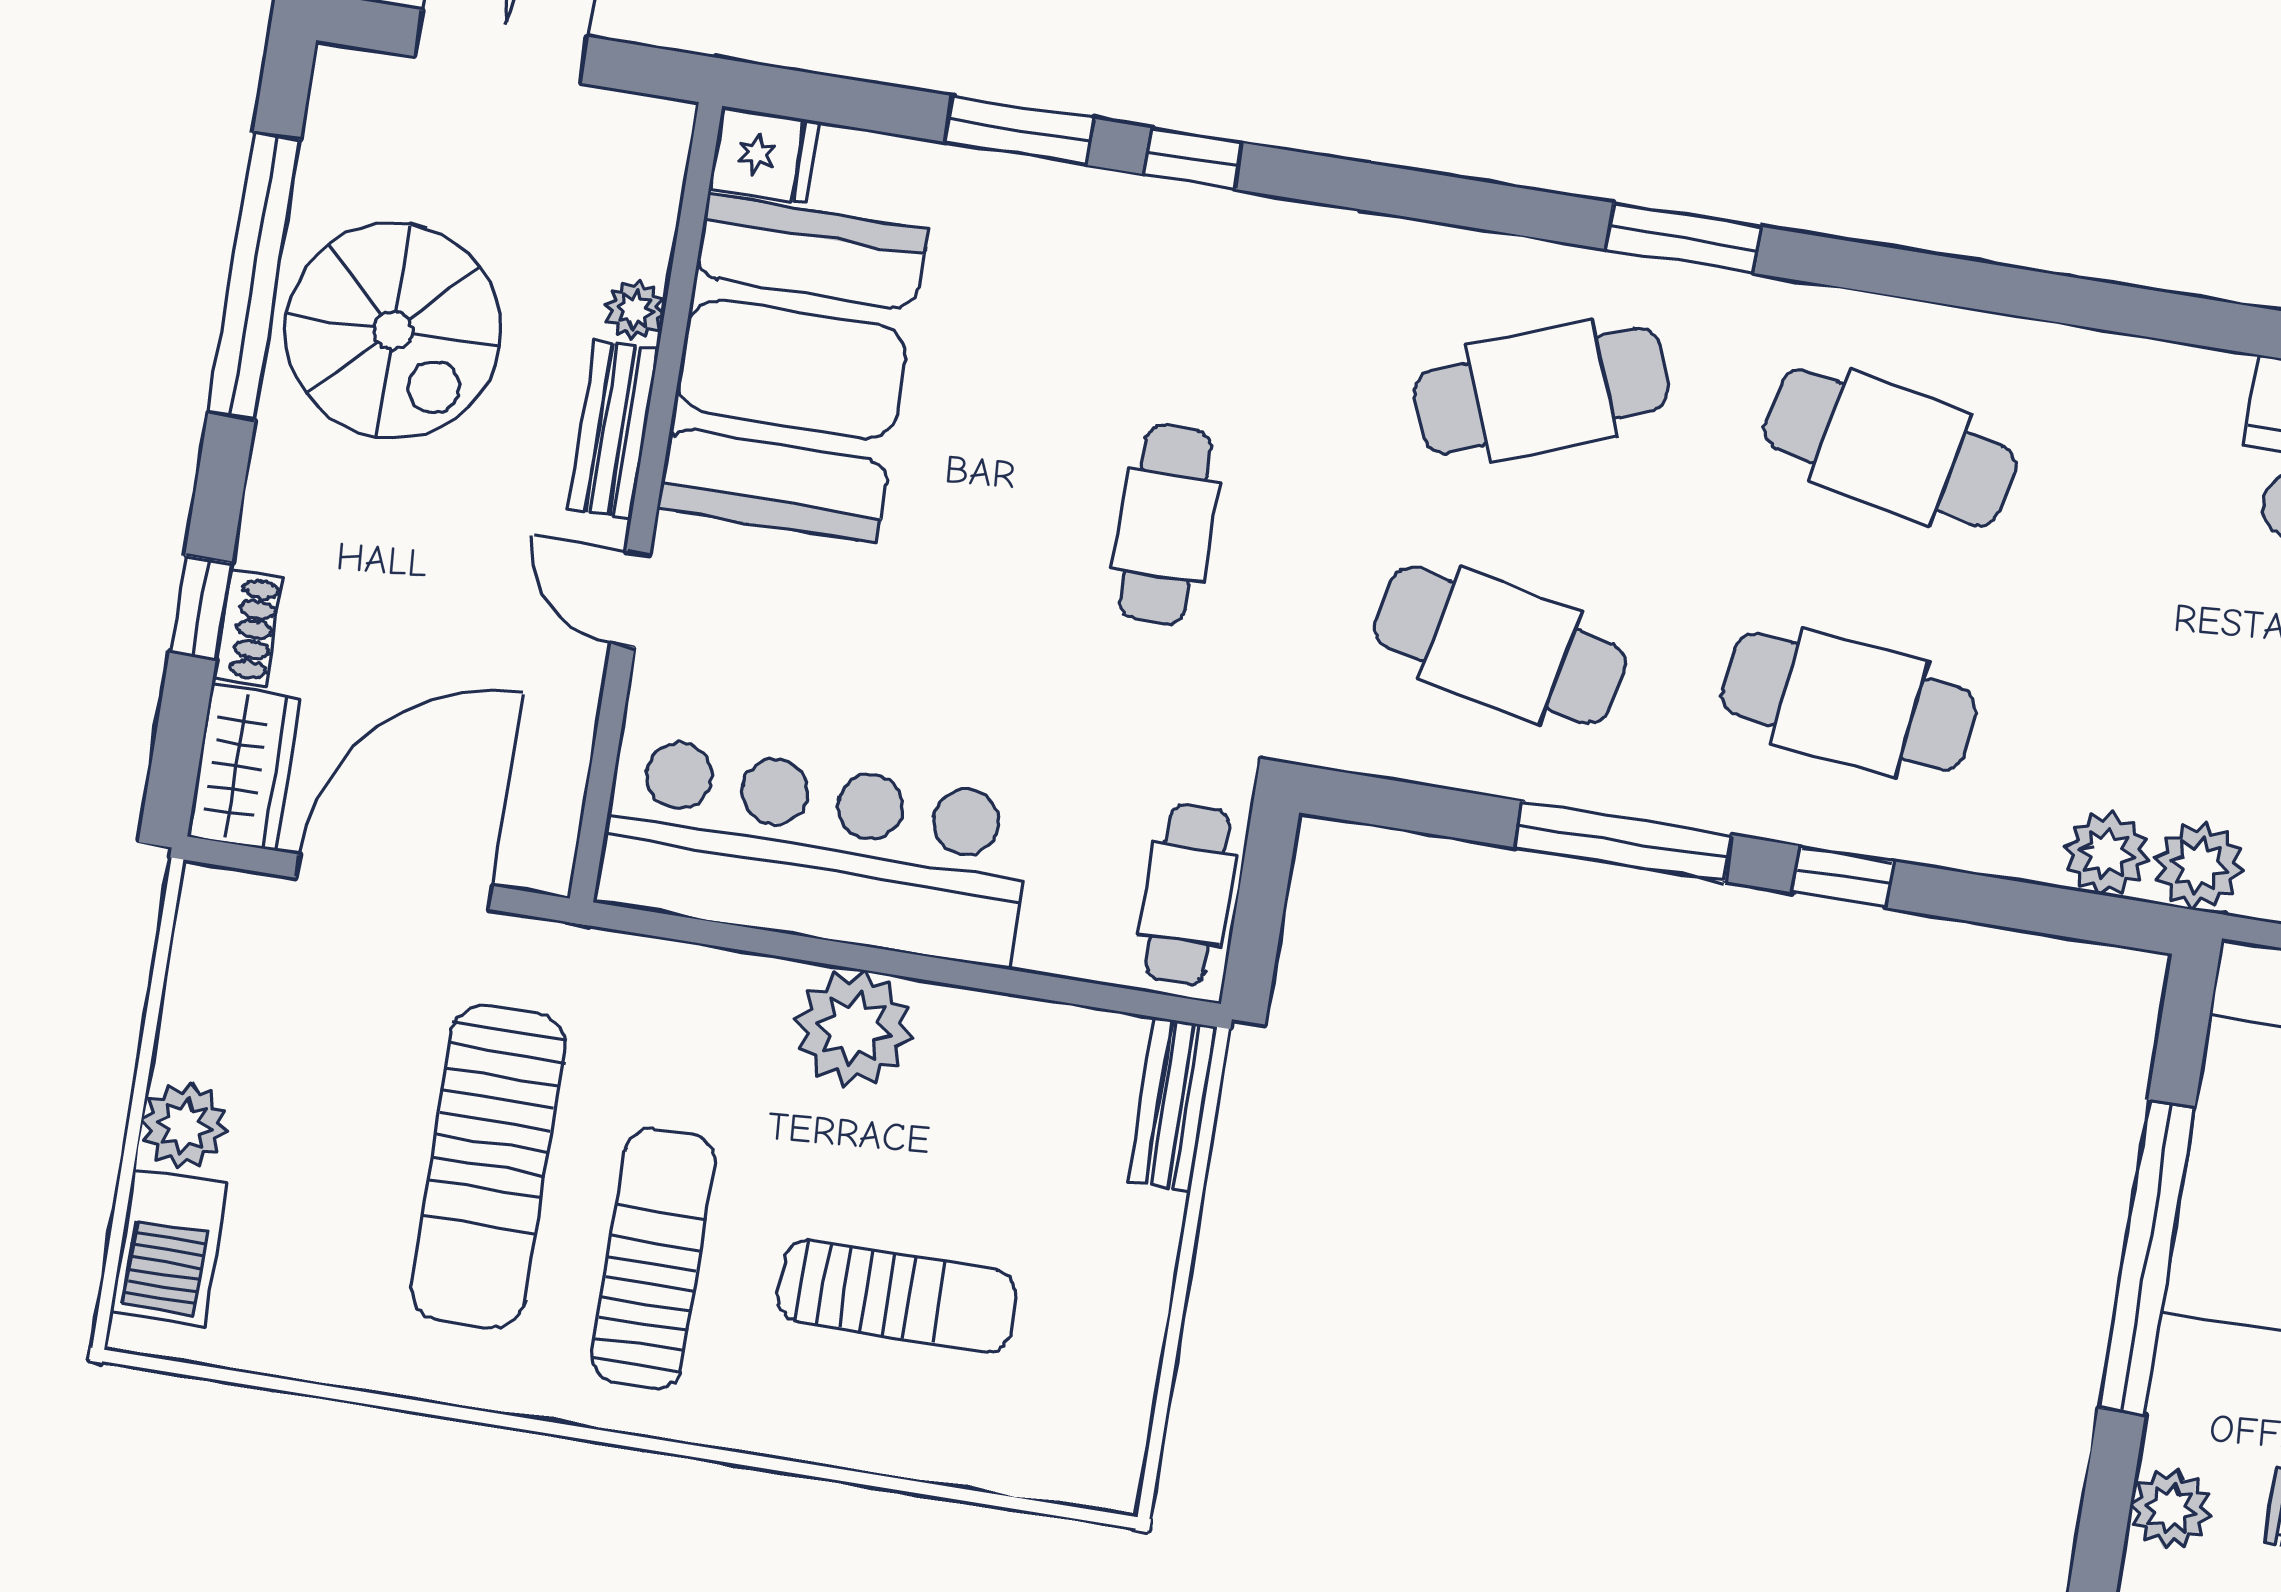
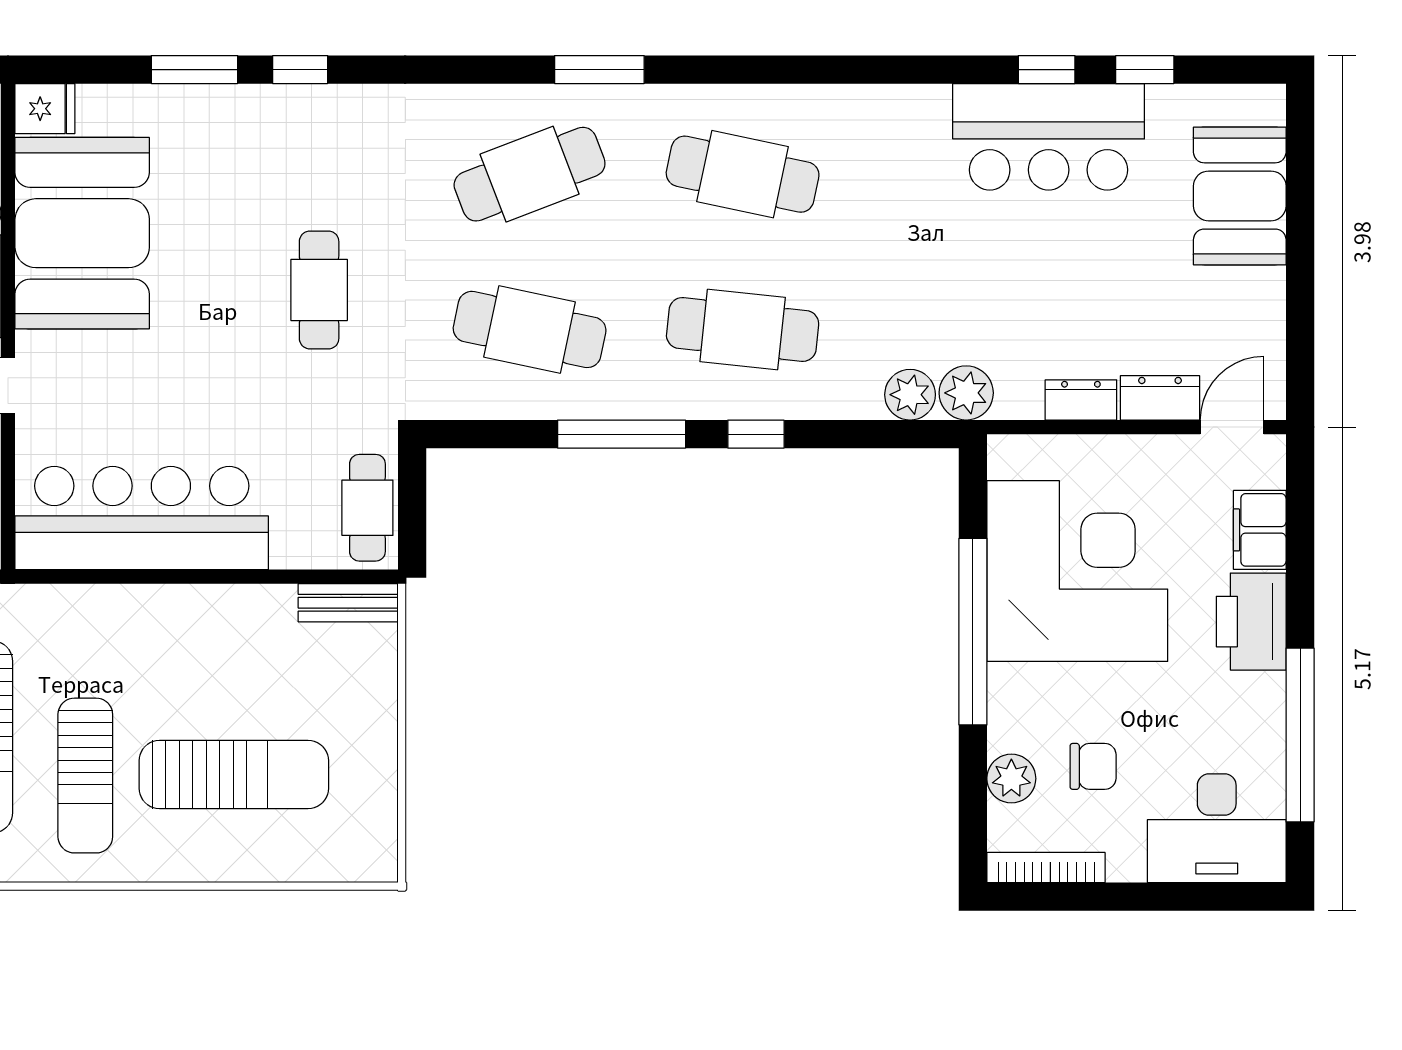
plant: (854, 1028) -> (182, 619), removed
bench: (1173, 1104) -> (348, 603), moved, turned 90
sun lounger: (653, 1259) -> (85, 776), turned 180
sun lounger: (897, 1296) -> (234, 774), width x1.36, depth x1.34

